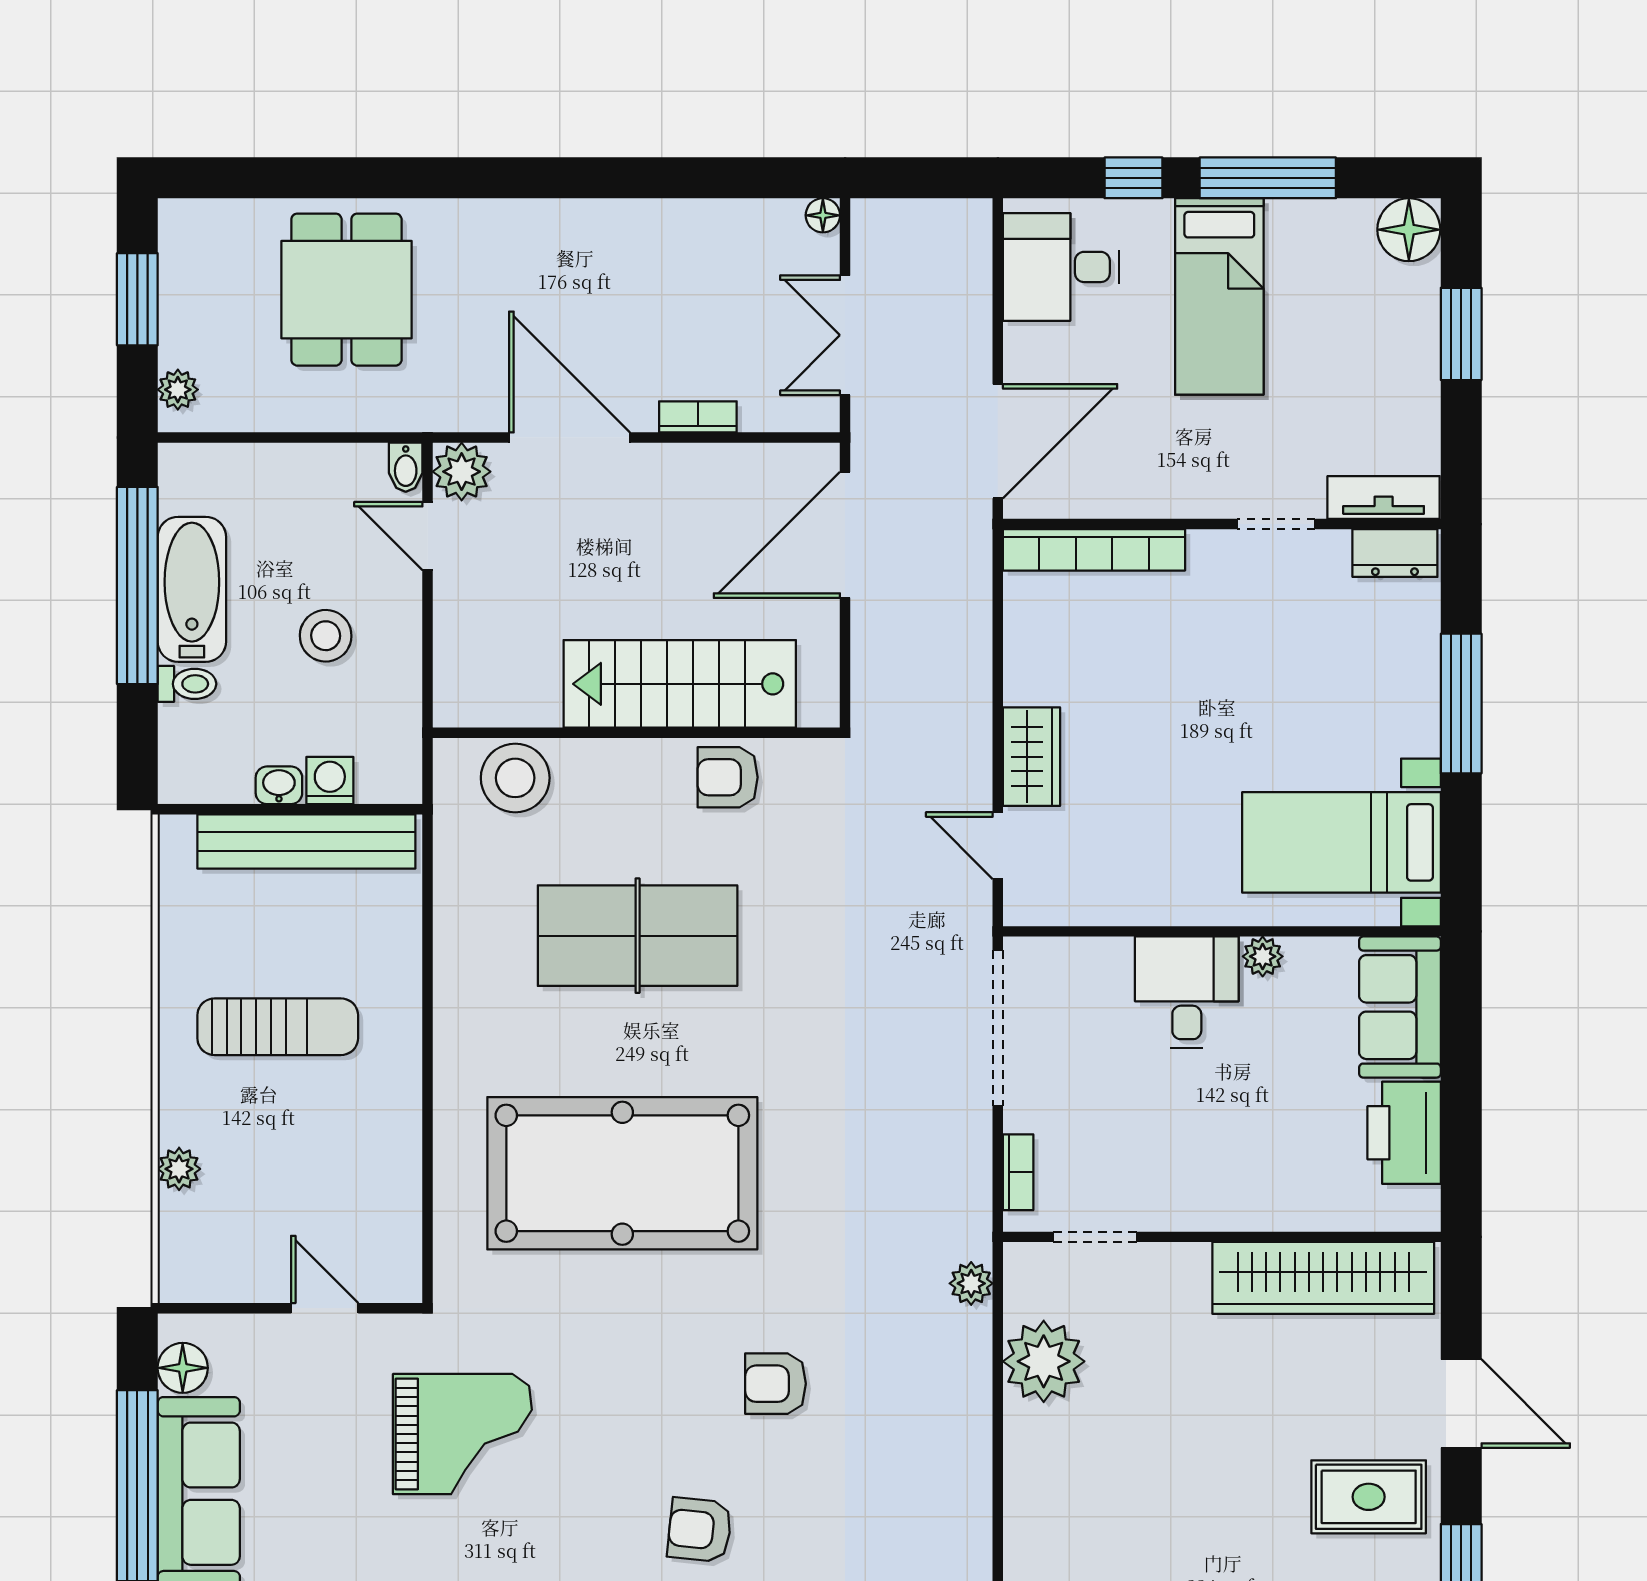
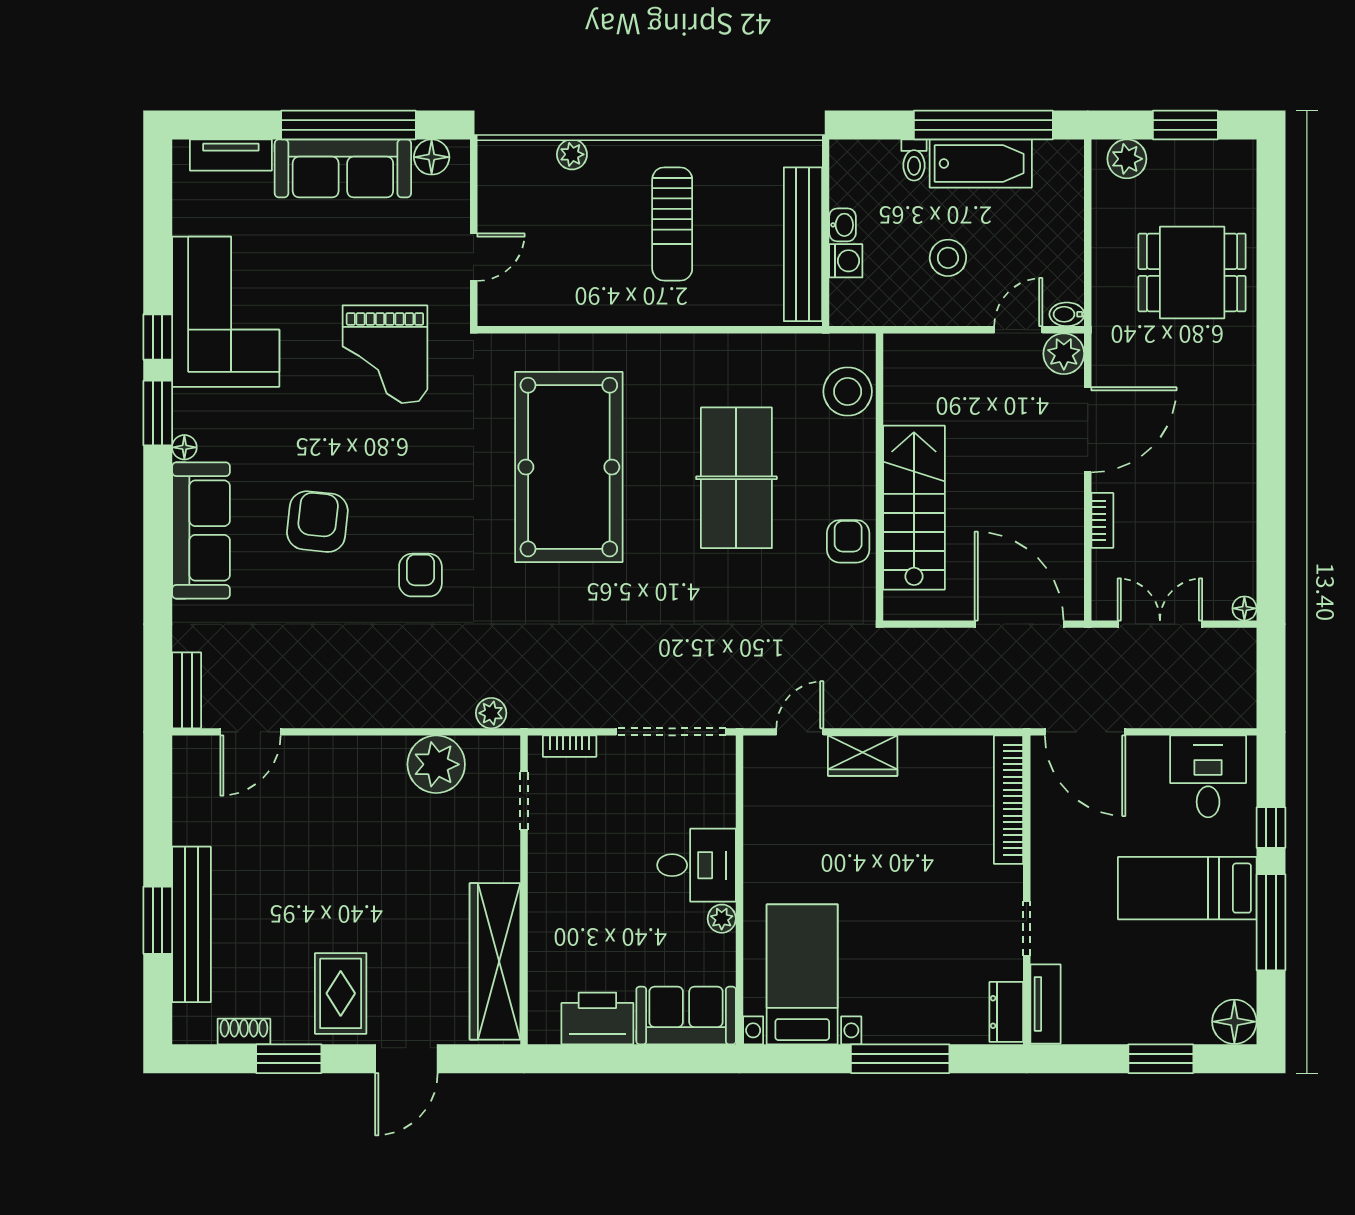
plant: (178, 390) -> (1127, 159), width x1.38, depth x1.38
armchair: (700, 1530) -> (317, 522), width x1.38, depth x1.38

